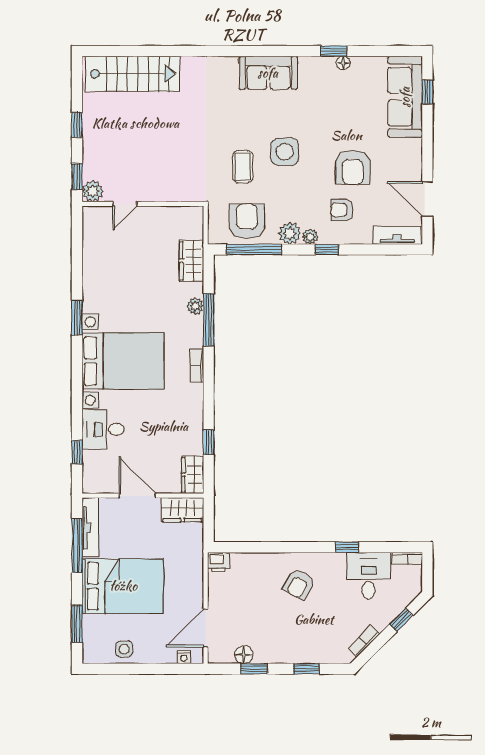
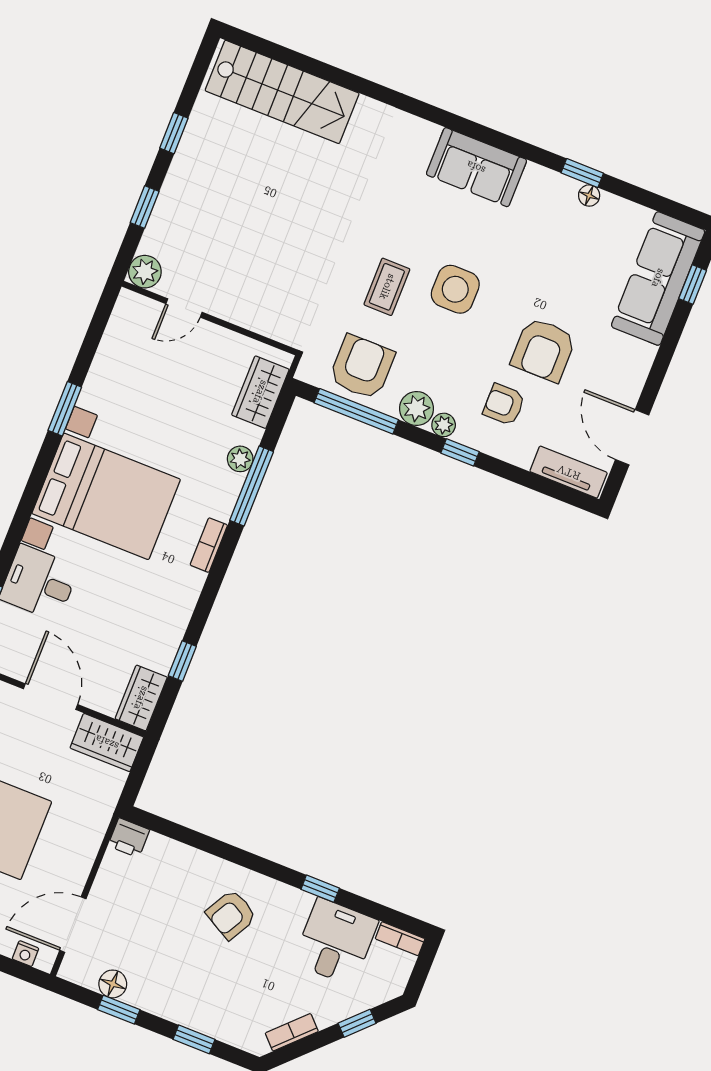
plant: (93, 191) -> (145, 272), moved
door: (125, 204) -> (184, 308), moved
wall: (143, 204) -> (209, 318), moved

